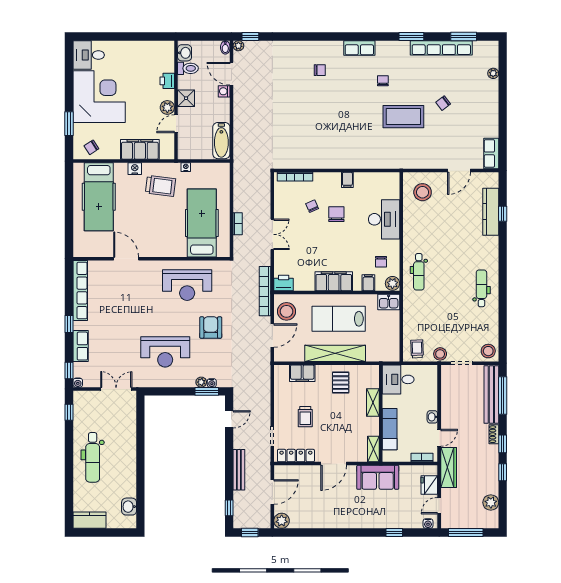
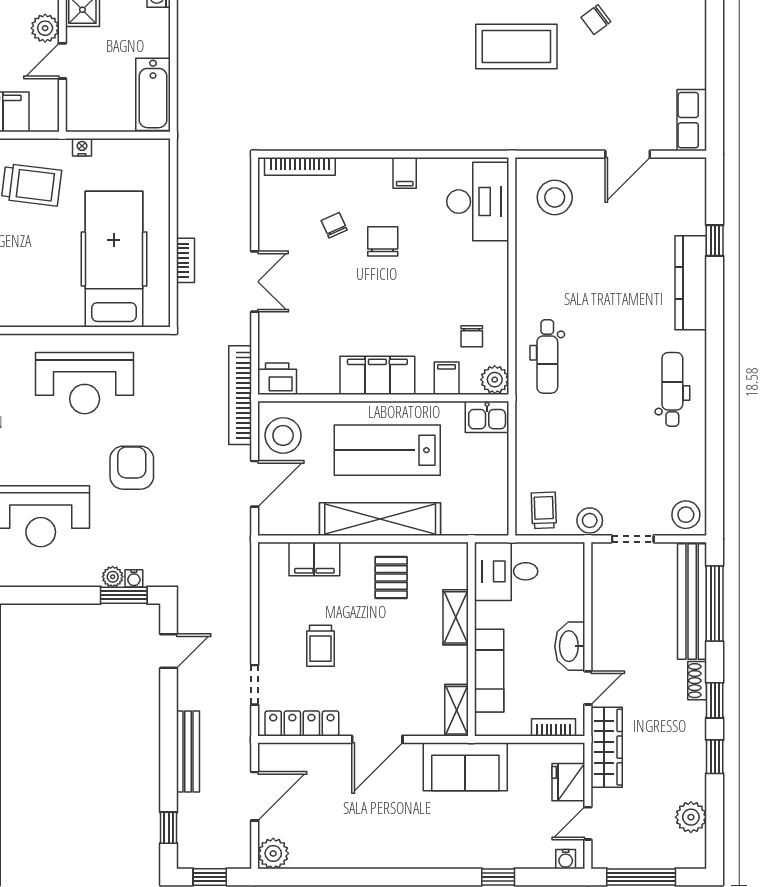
kitchen counter: (491, 212) -> (691, 283), moved
desk: (384, 219) -> (478, 202), moved
washbasin: (432, 417) -> (570, 646), width x1.91, depth x1.45

